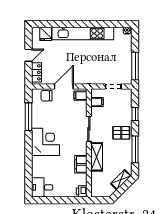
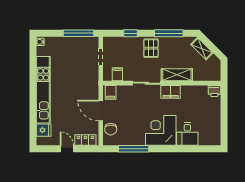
filing cabinet: (81, 164) -> (171, 92), moved
desk: (42, 187) -> (187, 134), moved

